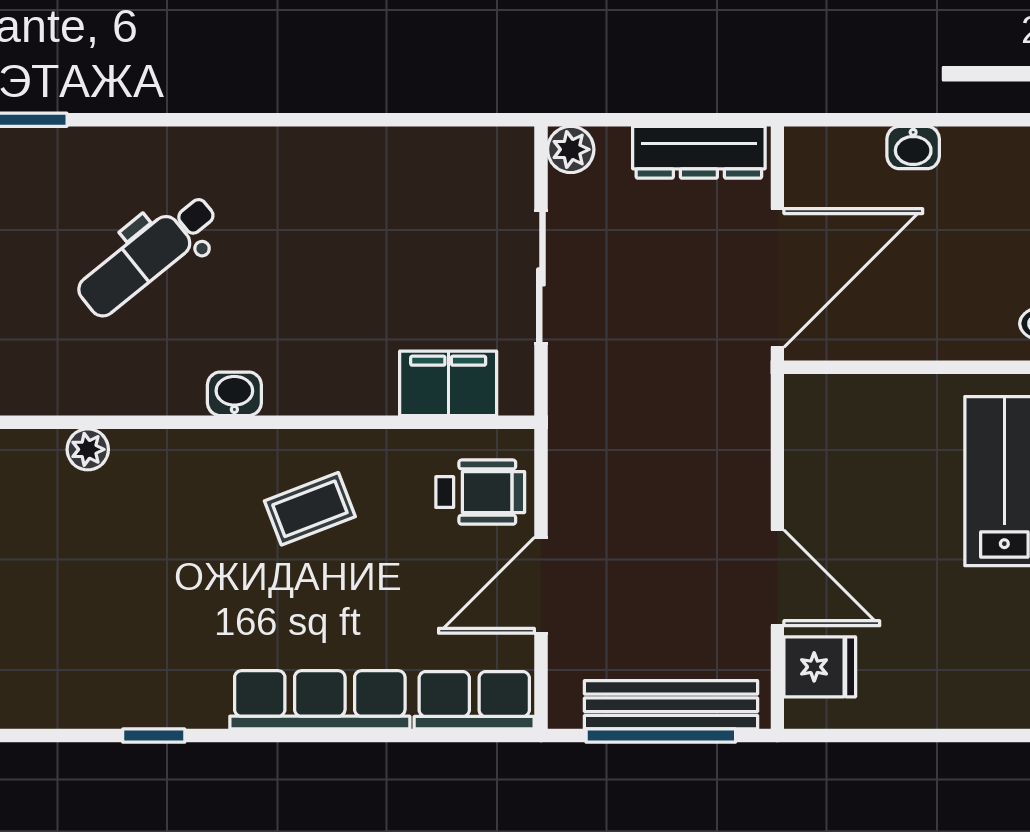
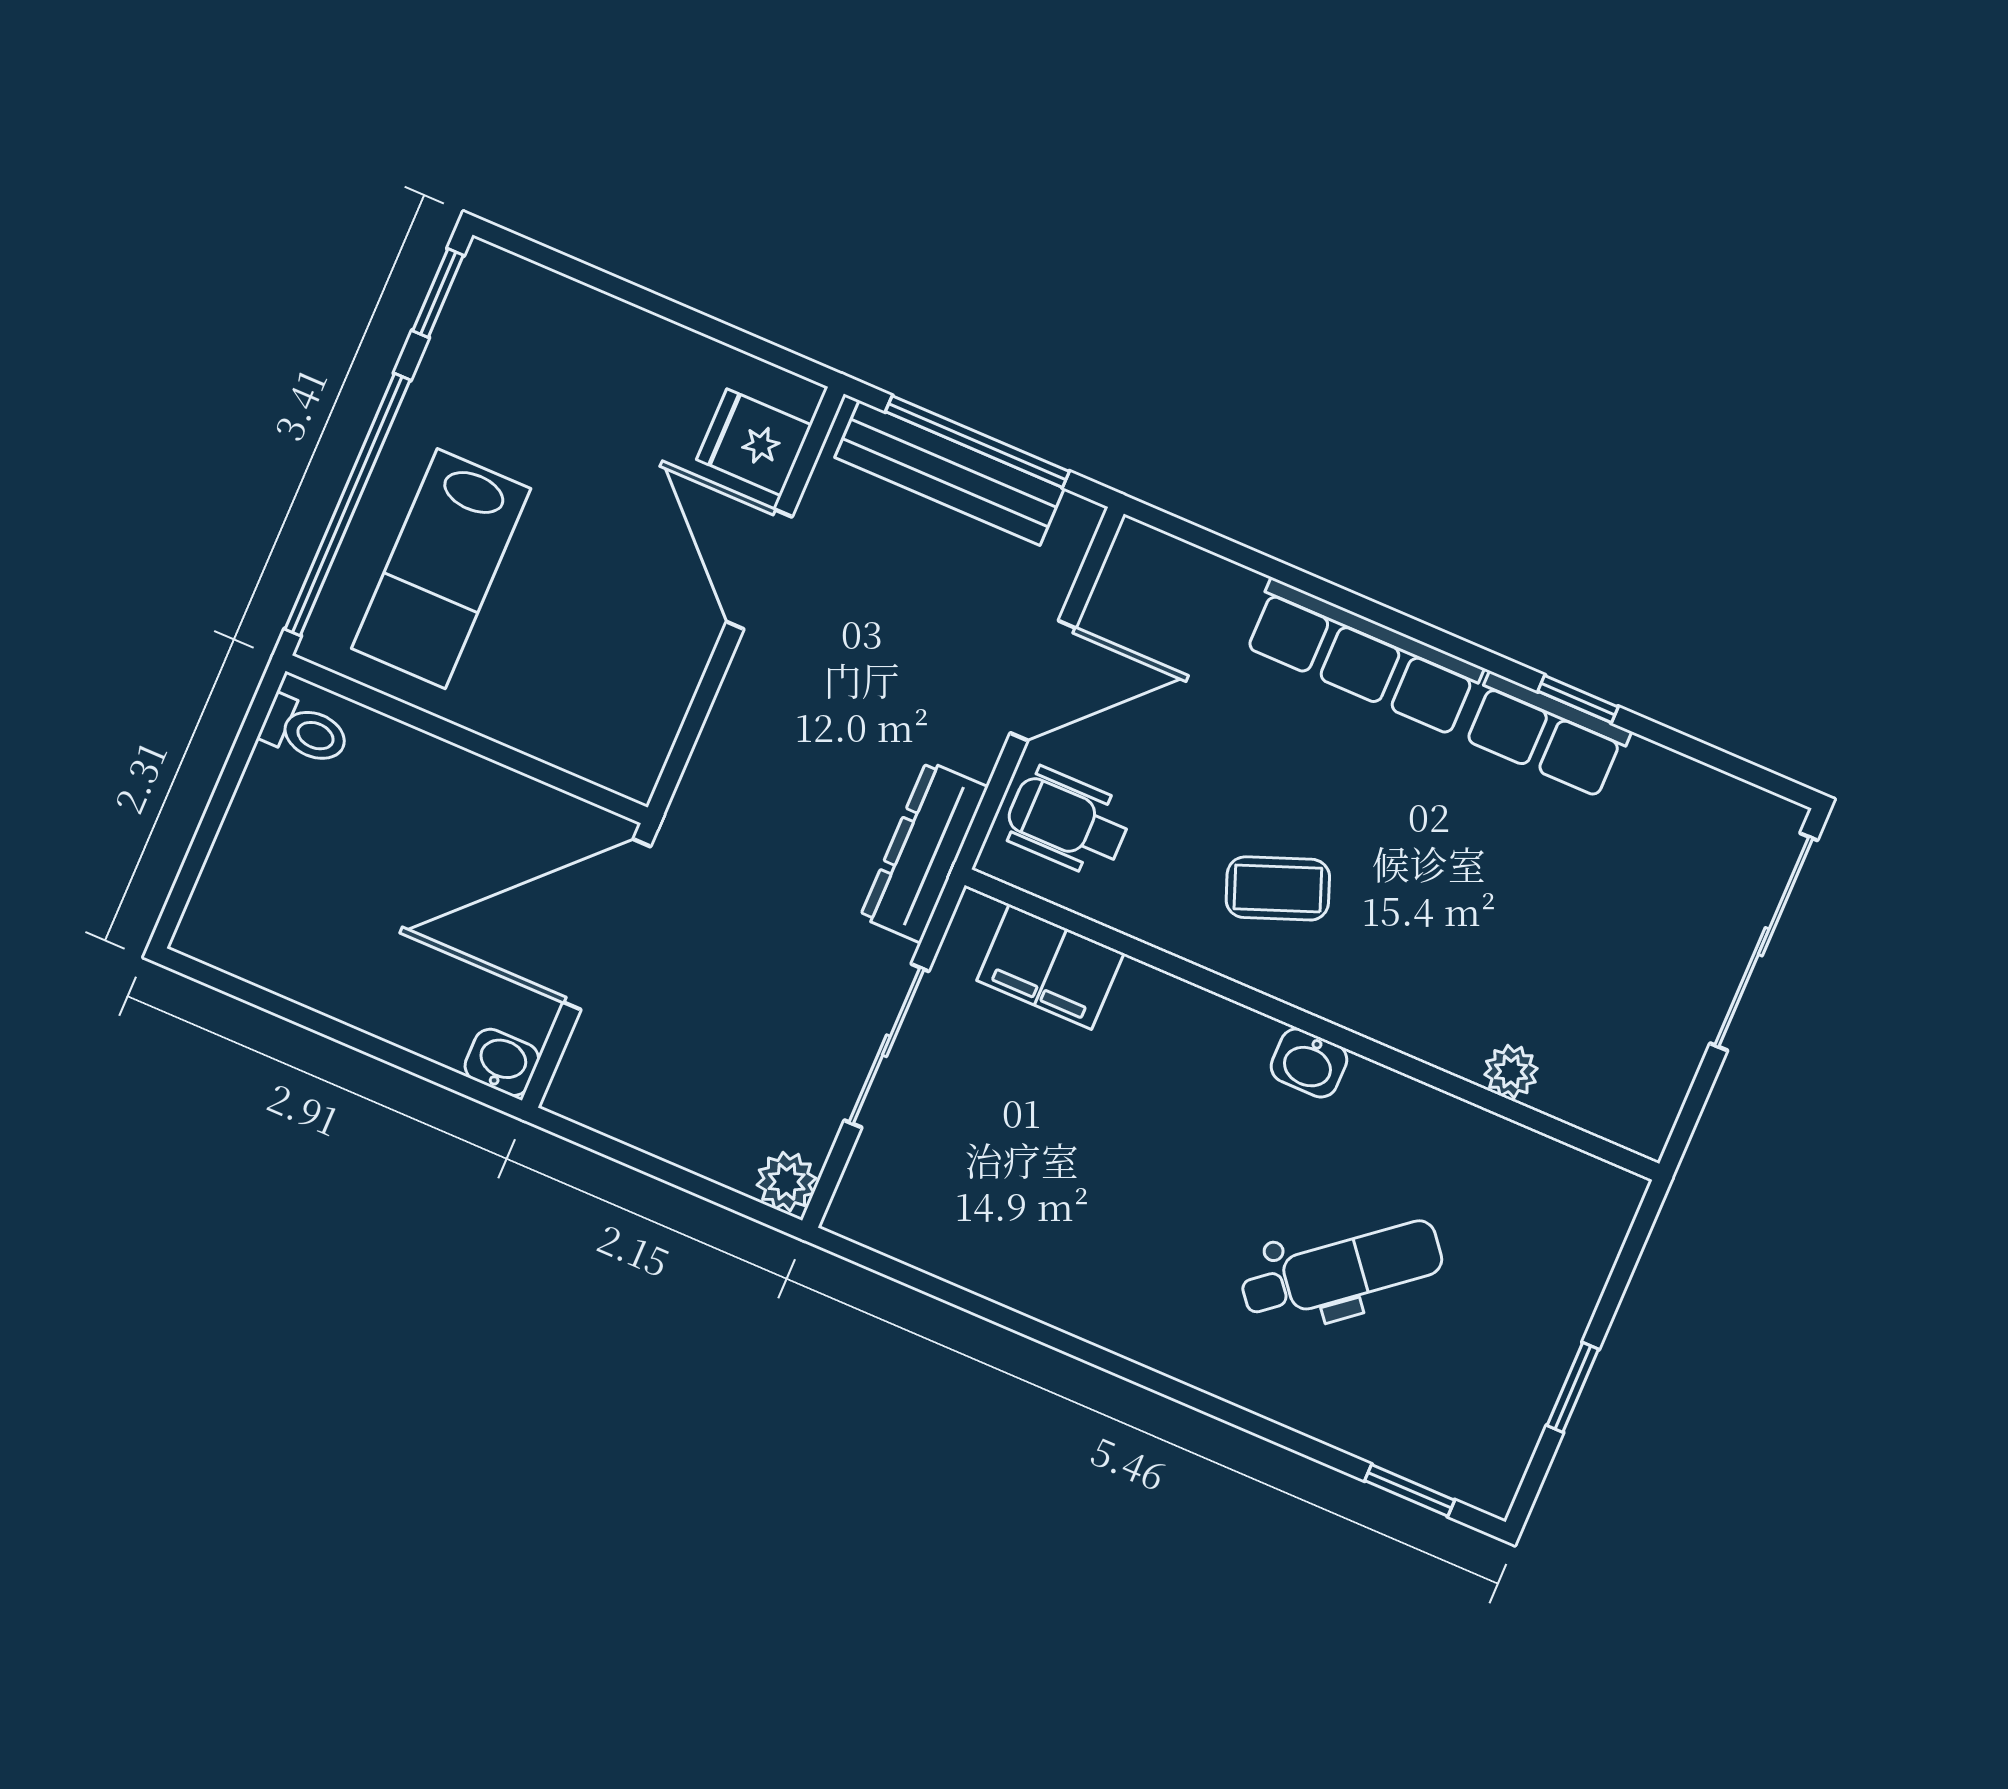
washbasin: (913, 148) -> (502, 1062), moved
dresser: (699, 152) -> (924, 852), moved, turned -90
row of seats: (474, 700) -> (1546, 735), moved

